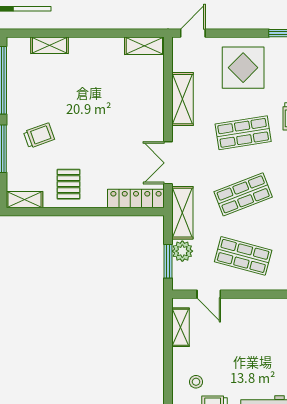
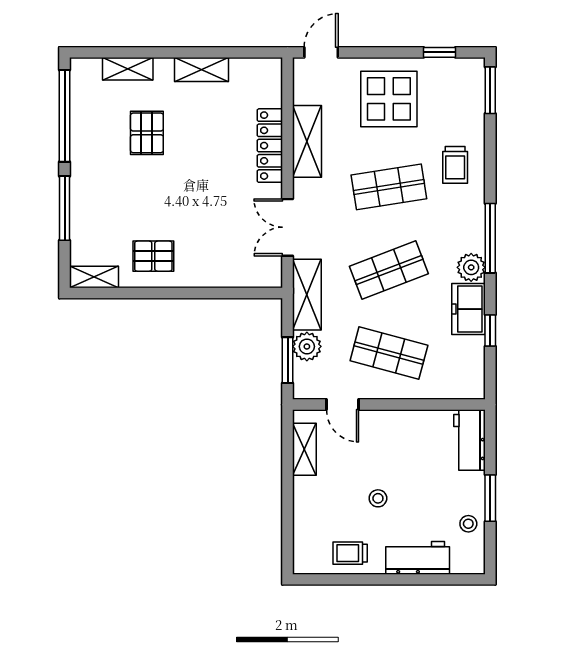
shelving: (144, 46) -> (201, 69), moved
pallet: (64, 93) -> (147, 133), added
trolley: (39, 136) -> (113, 191), removed
pallet: (69, 184) -> (153, 256), turned 90
locker: (136, 198) -> (270, 146), moved, turned -90
stool: (196, 382) -> (378, 498), moved

